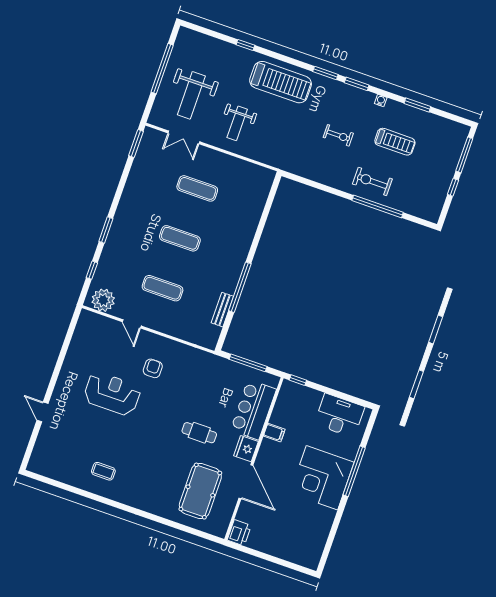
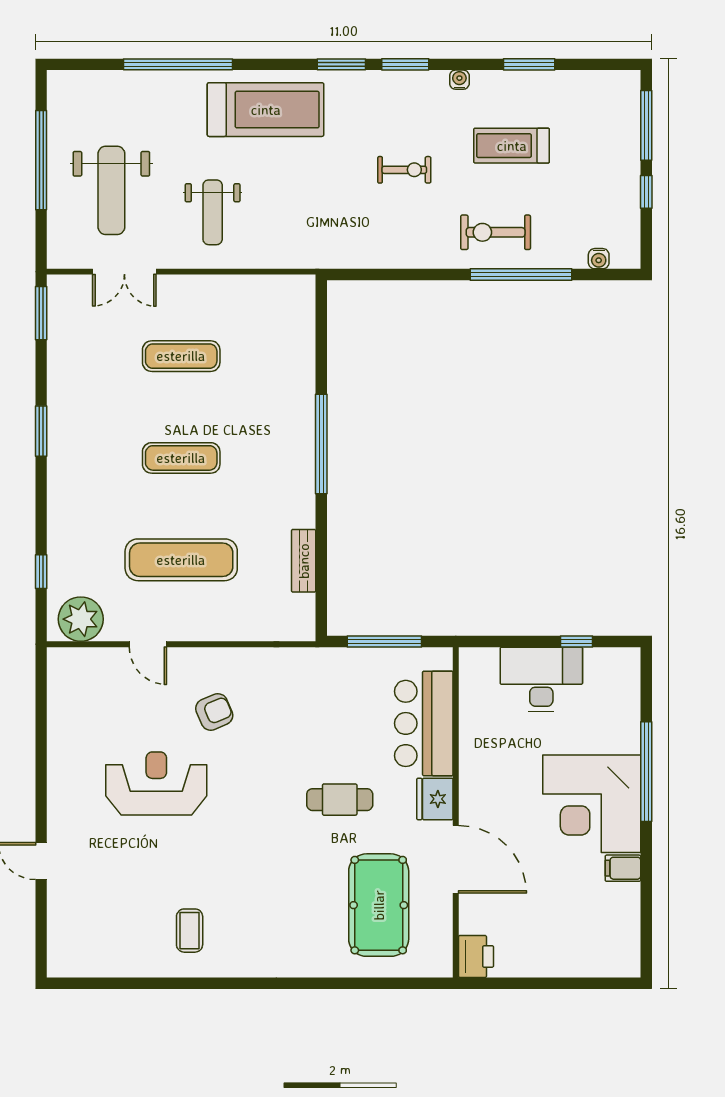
window: (245, 45) -> (178, 64), width x3.17
treadmill: (395, 142) -> (512, 146), turned 180
water cooler: (418, 212) -> (599, 259), added
window: (106, 230) -> (41, 431), moved
window: (240, 287) -> (321, 444), moved
exercise mat: (163, 288) -> (181, 560), width x1.36, depth x1.45
armchair: (153, 368) -> (214, 712), turned 67
window: (298, 380) -> (576, 641), moved
desk: (339, 415) -> (541, 679), moved
filing cabinet: (274, 433) -> (623, 868), moved, turned 180
coffee table: (103, 471) -> (190, 931), turned 90

